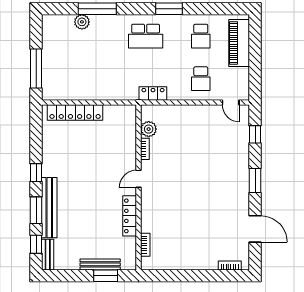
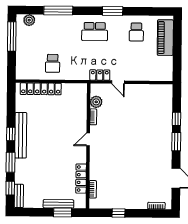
plant: (82, 22) -> (29, 20), moved
window: (36, 68) -> (12, 36), moved
school desk: (201, 79) -> (53, 63), moved
door: (231, 103) -> (118, 82), moved
window: (255, 134) -> (177, 119), moved
bench: (49, 208) -> (21, 135), moved
locker: (130, 216) -> (81, 179), moved
window: (180, 276) -> (119, 213), added

